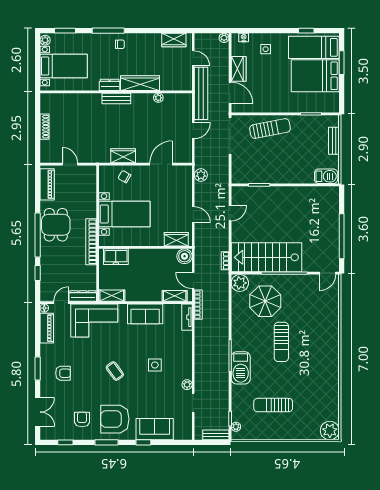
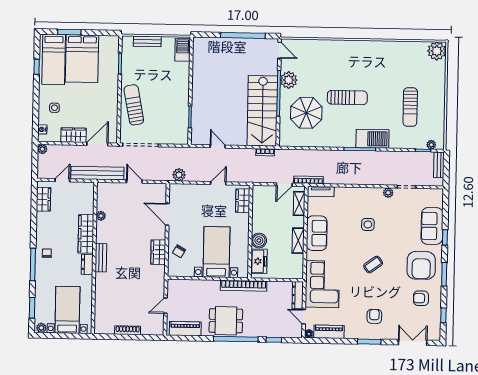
boiler: (185, 256) -> (259, 240), moved
plant: (240, 283) -> (289, 80), moved
shelving: (112, 296) -> (298, 241), moved

